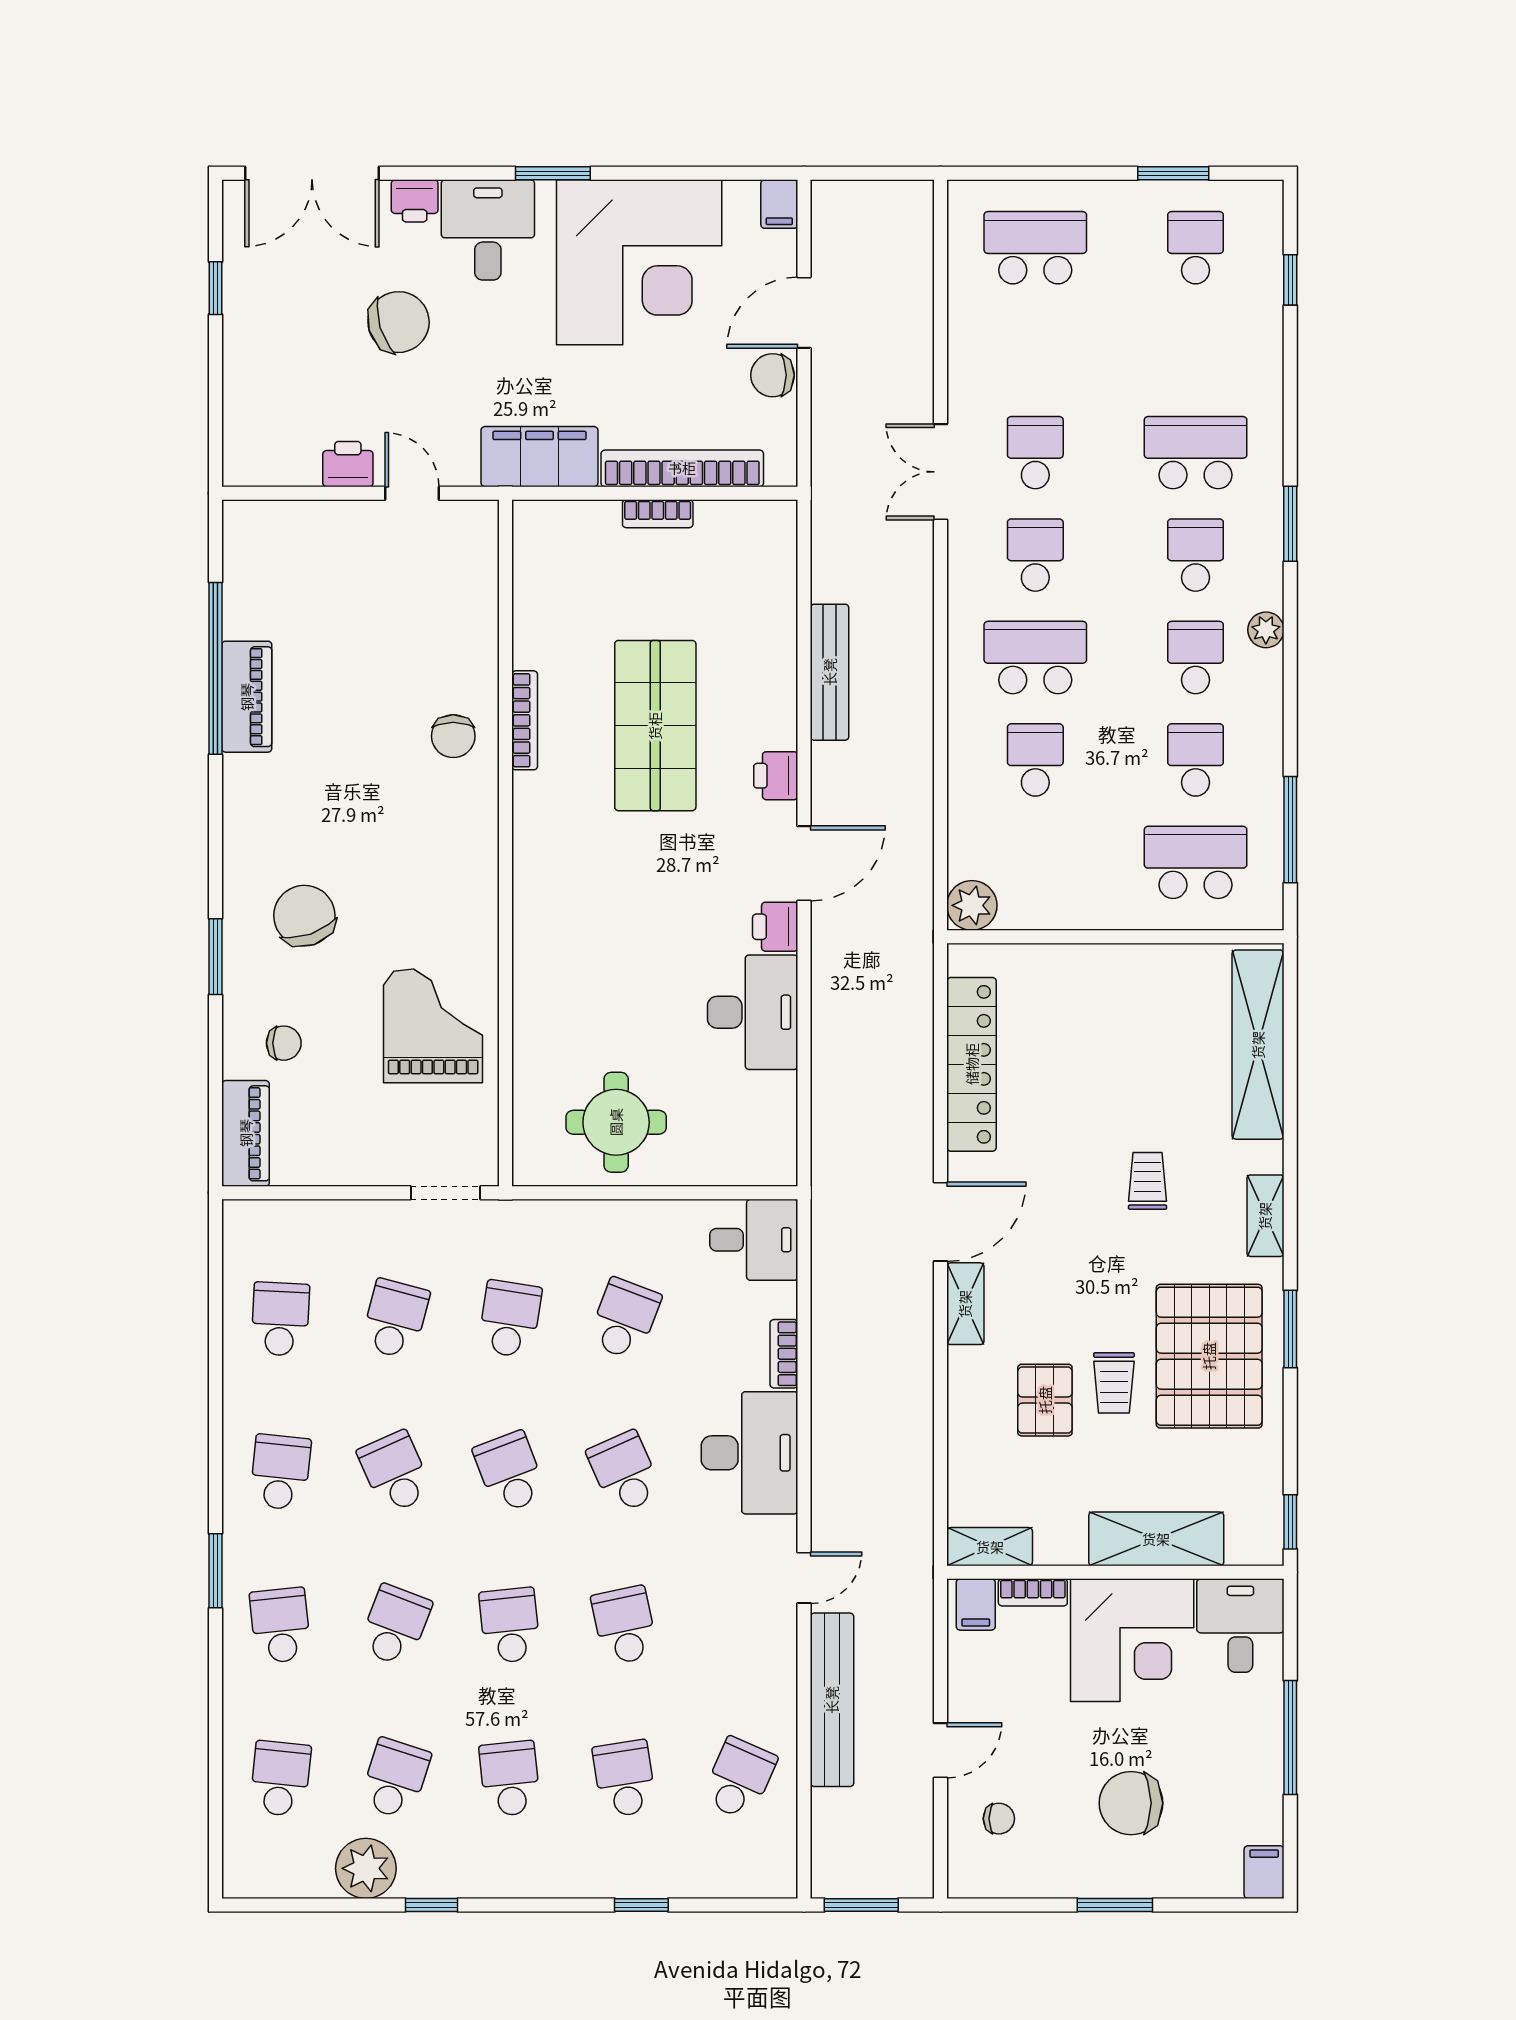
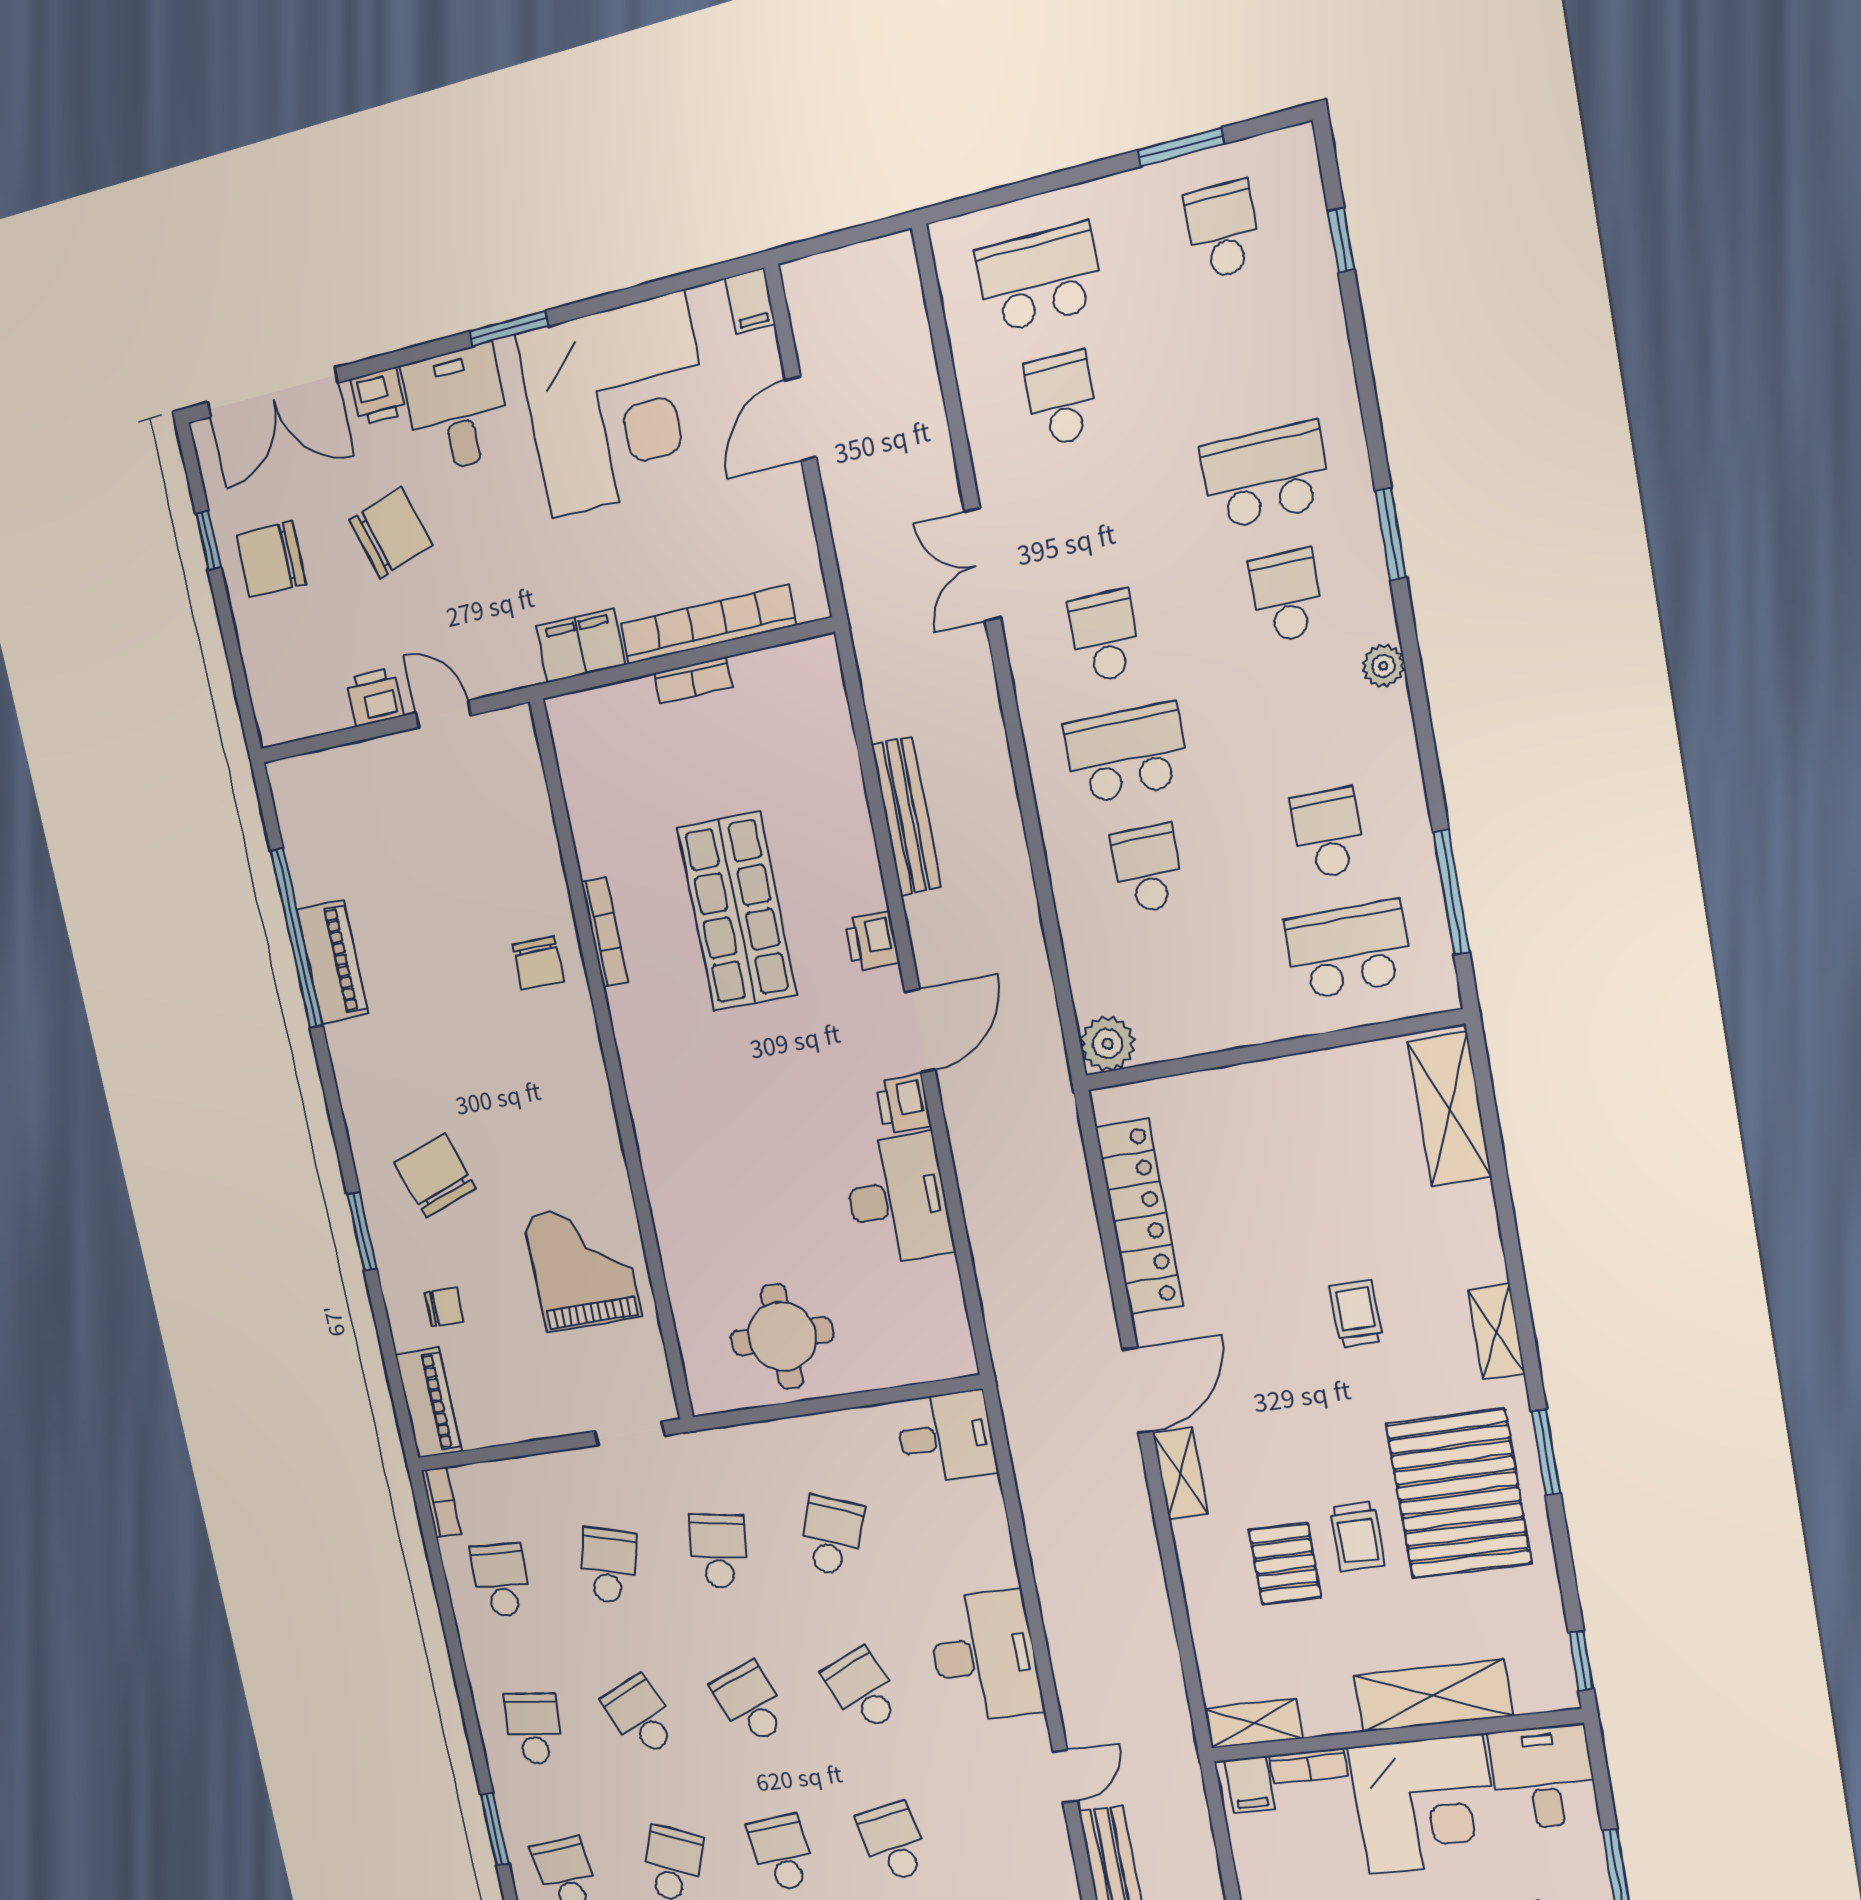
chair: (773, 375) -> (271, 559), moved, width x1.37, depth x1.37
school desk: (1035, 453) -> (1061, 399), moved
filing cabinet: (540, 457) -> (581, 646), width x0.67, depth x0.86
school desk: (1196, 658) -> (1307, 715), removed
shelving: (1258, 1045) -> (1450, 1109), width x0.68
bookcase: (784, 1354) -> (441, 1502), moved, turned 180

